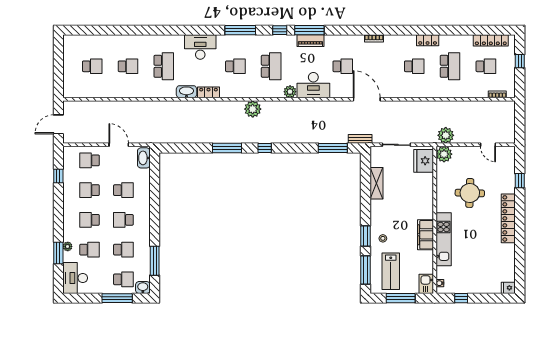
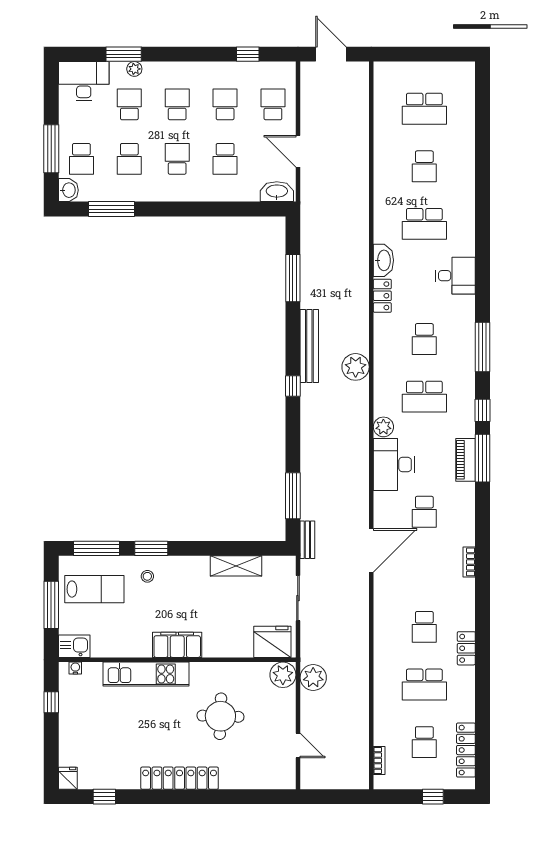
desk: (200, 47) -> (455, 276), width x0.73
school desk: (92, 66) -> (424, 109), width x1.85
bench: (240, 138) -> (309, 346), added
door: (119, 145) -> (298, 151), swing flipped
door: (488, 145) -> (298, 745), swing flipped
window: (227, 148) -> (293, 278), moved
window: (520, 181) -> (104, 797), moved
filing cabinet: (425, 235) -> (177, 645), moved
school desk: (90, 250) -> (129, 104), turned 180
lab bench: (391, 271) -> (94, 589), turned 180

